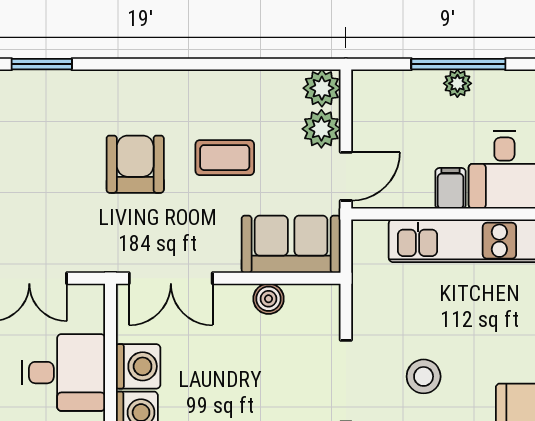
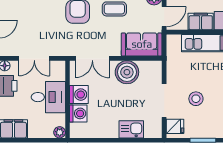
filing cabinet: (451, 188) -> (201, 22), width x2.00
boiler: (269, 299) -> (127, 72), width x1.86, depth x1.86

